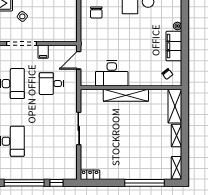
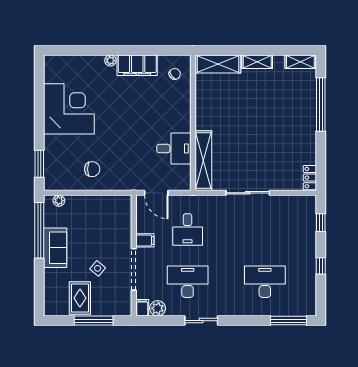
desk: (112, 73) -> (174, 148), width x0.73
shelving: (126, 95) -> (203, 161), moved
window: (24, 183) -> (321, 266), width x0.32

